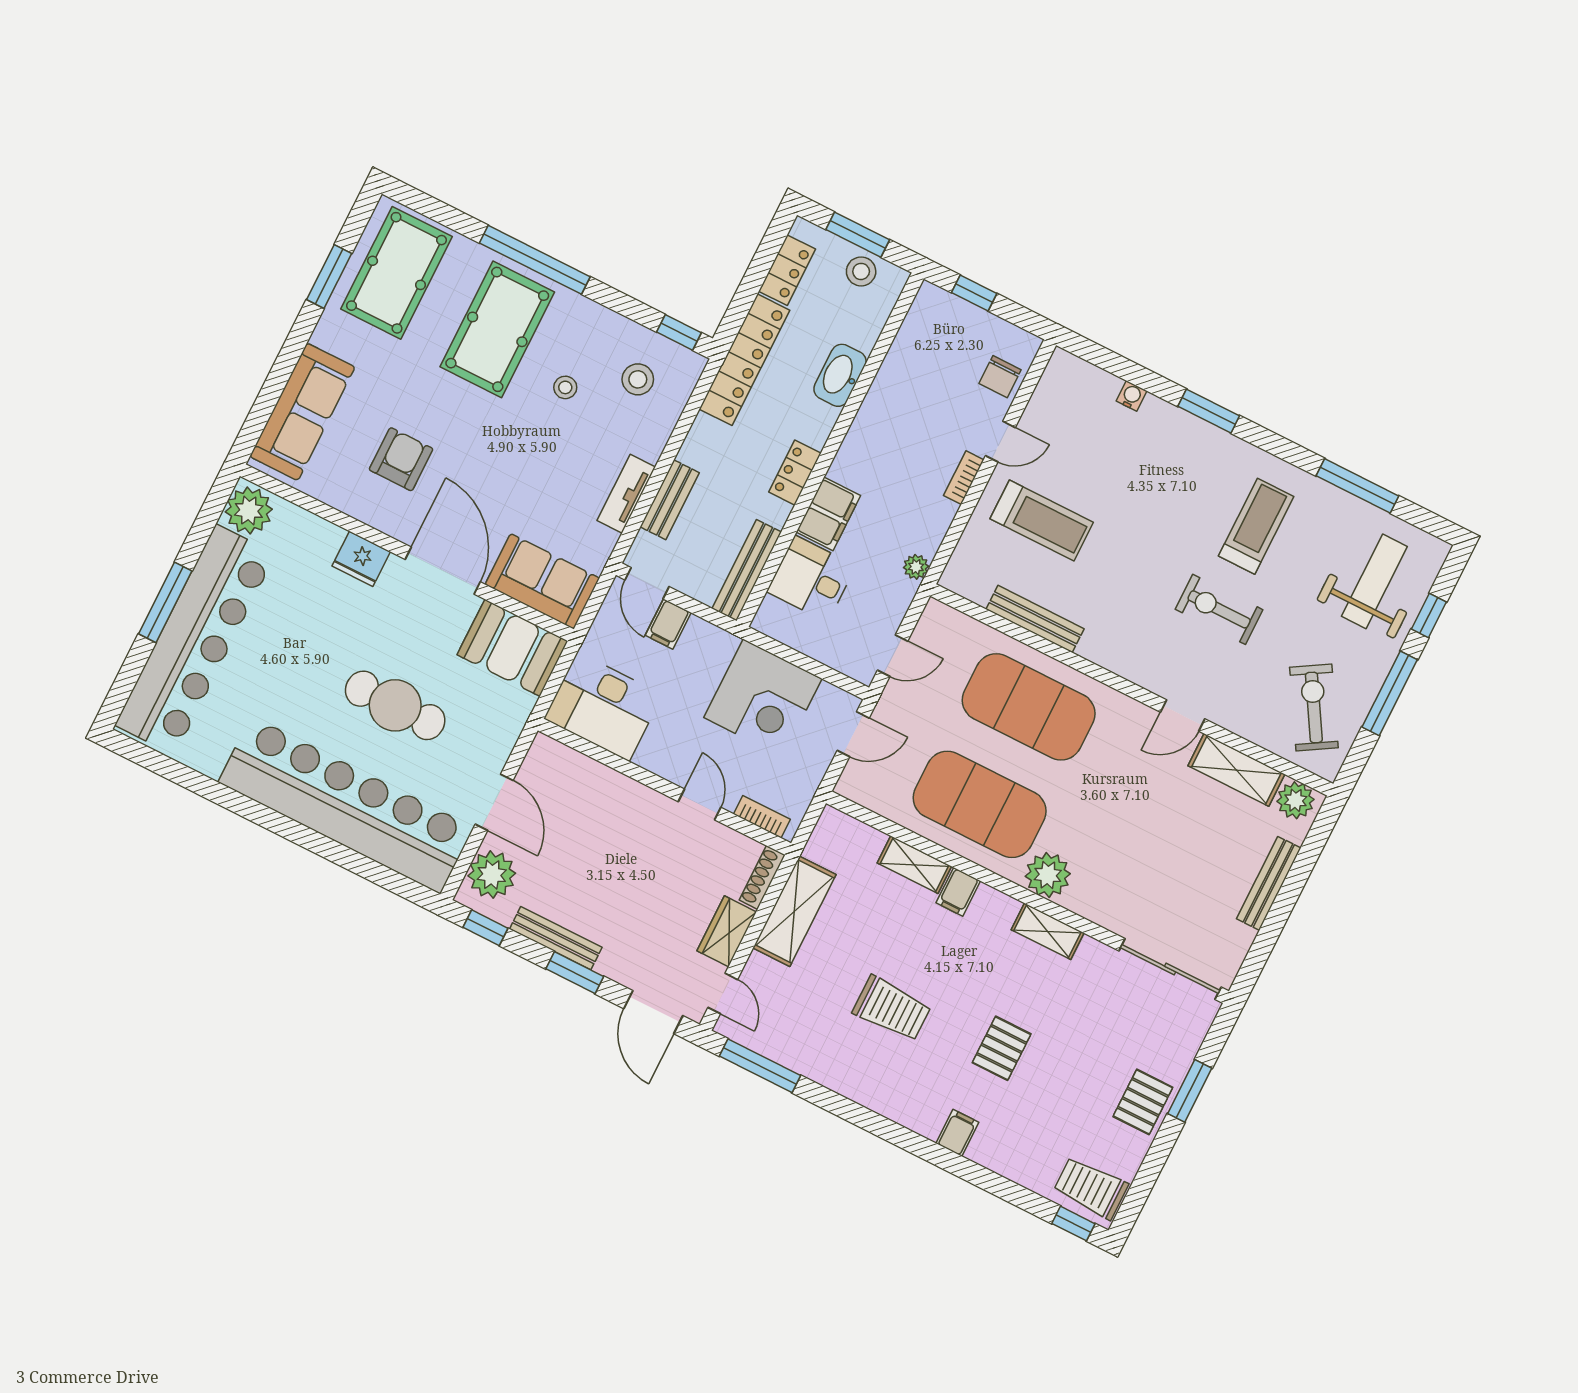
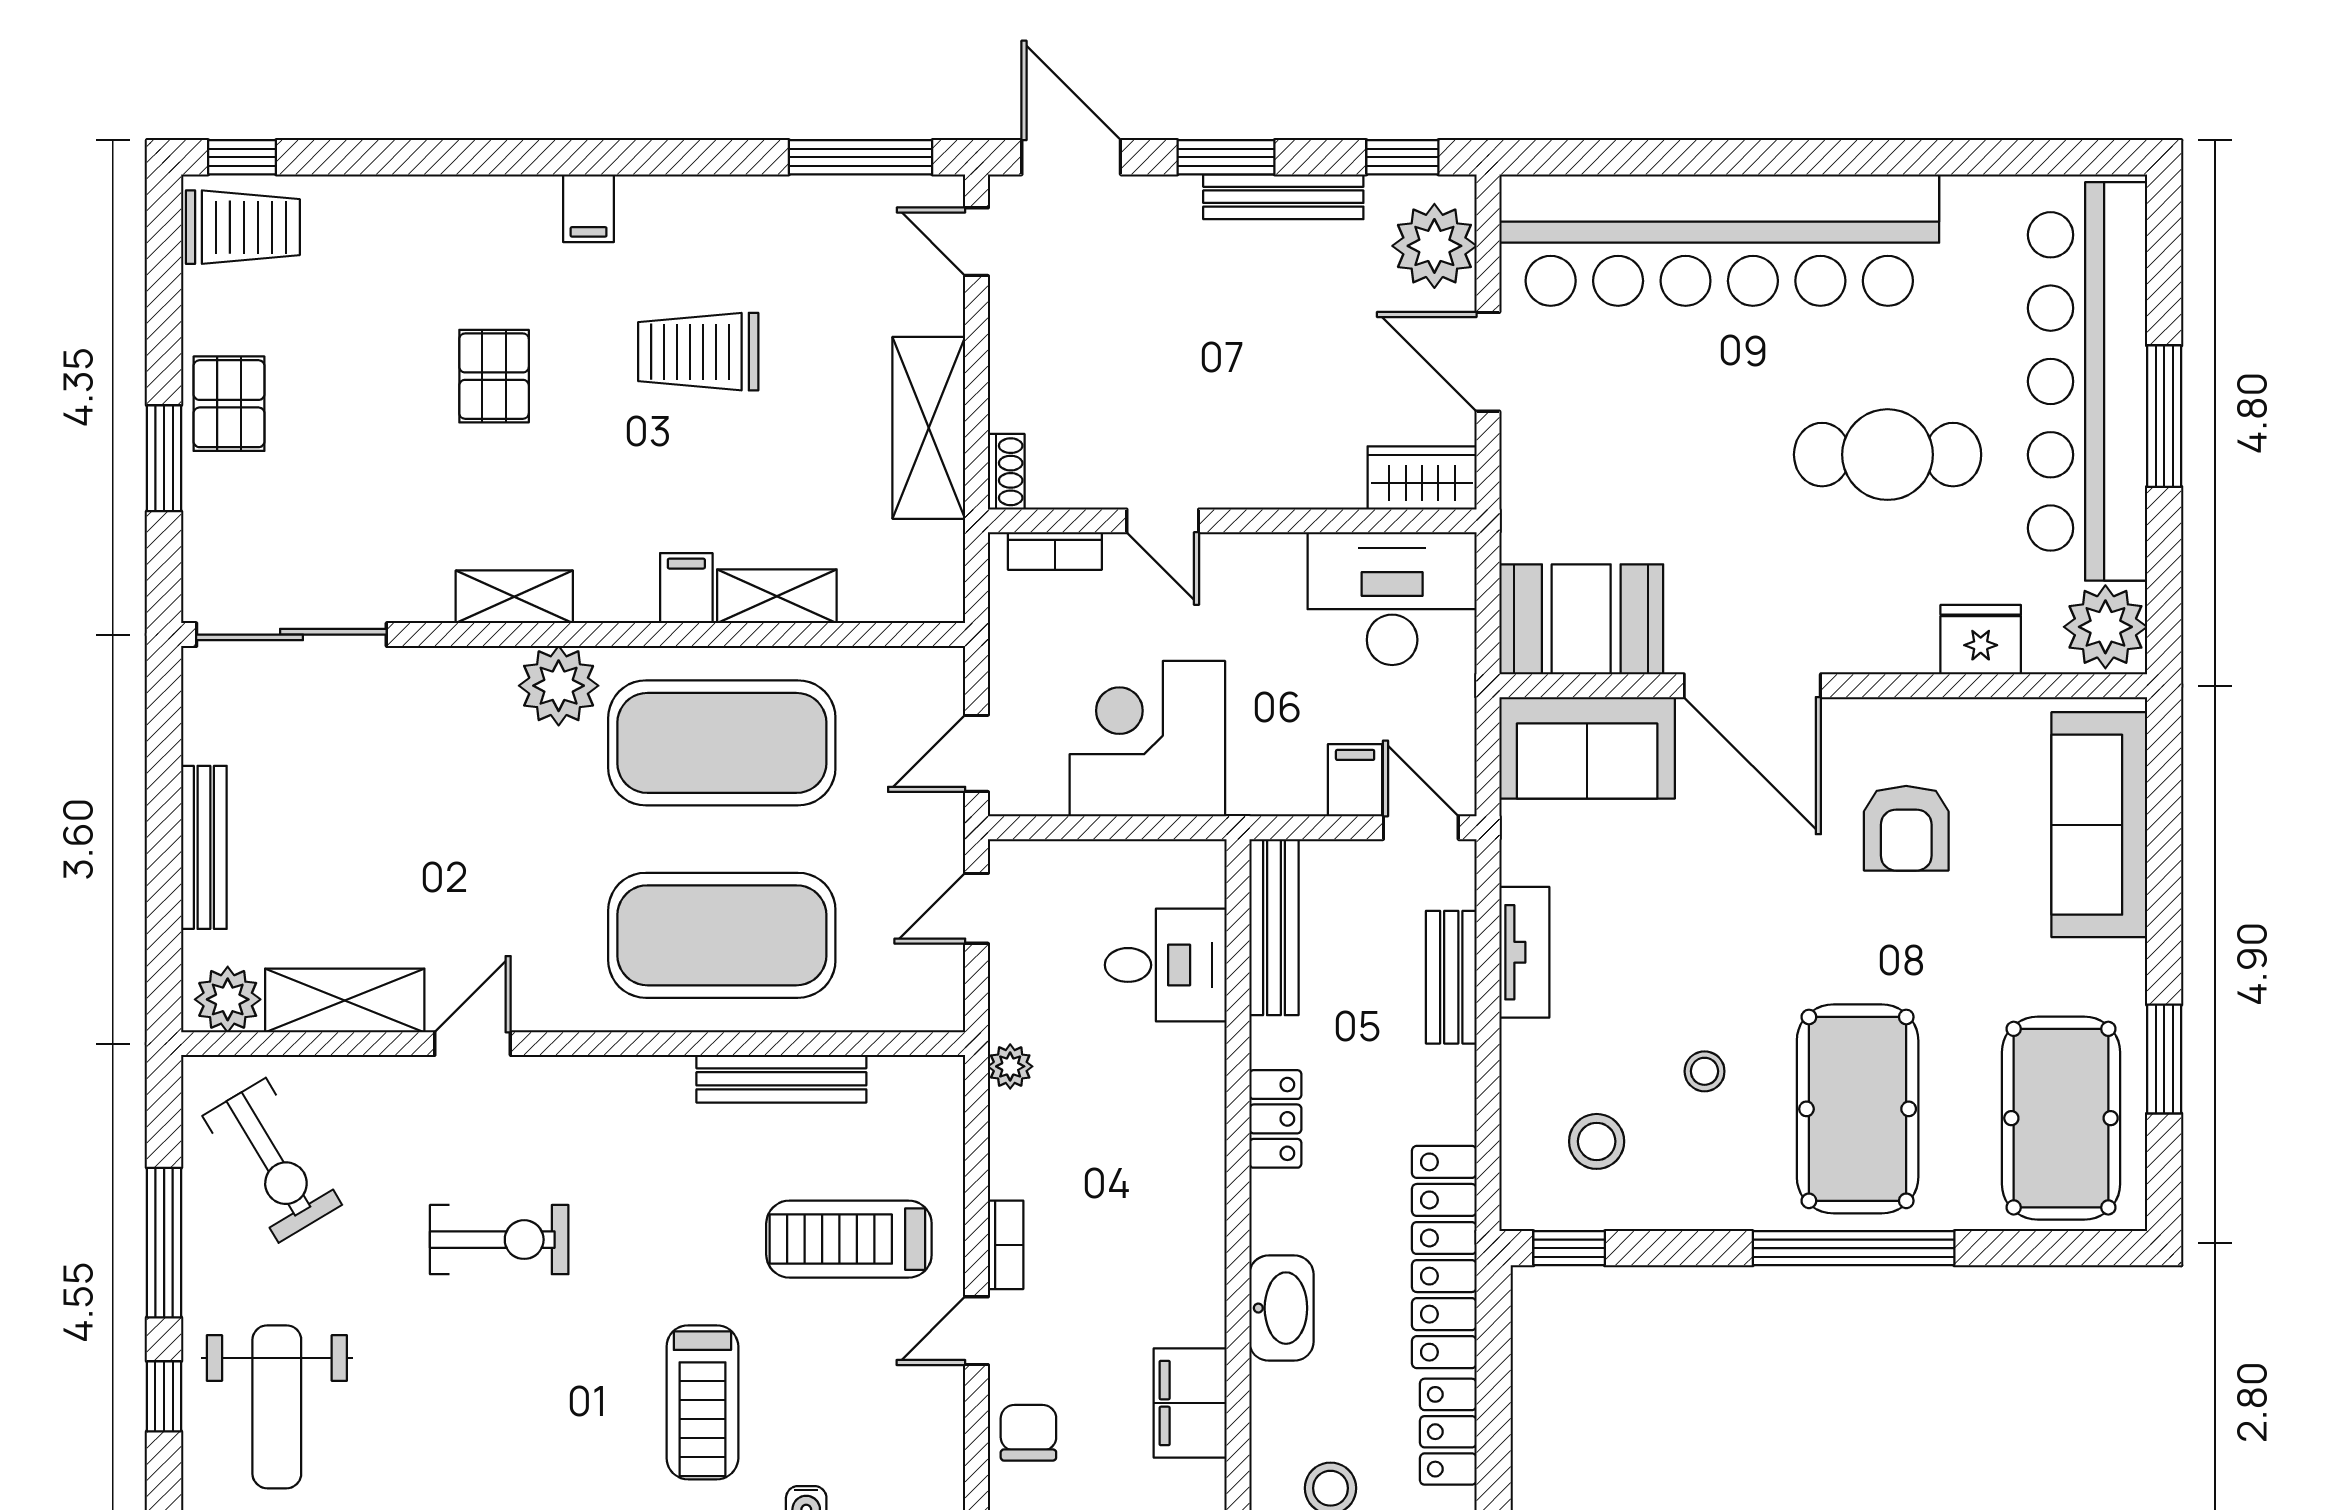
filing cabinet: (828, 514) -> (1190, 1403), moved
treadmill: (1256, 526) -> (702, 1402), moved
fridge: (361, 559) -> (1981, 640), moved
cafe table: (395, 705) -> (1888, 455), moved
shoe rack: (762, 878) -> (1006, 472), width x0.70
wardrobe: (727, 931) -> (1422, 478), moved, turned -90
filing cabinet: (957, 1133) -> (589, 208), moved

